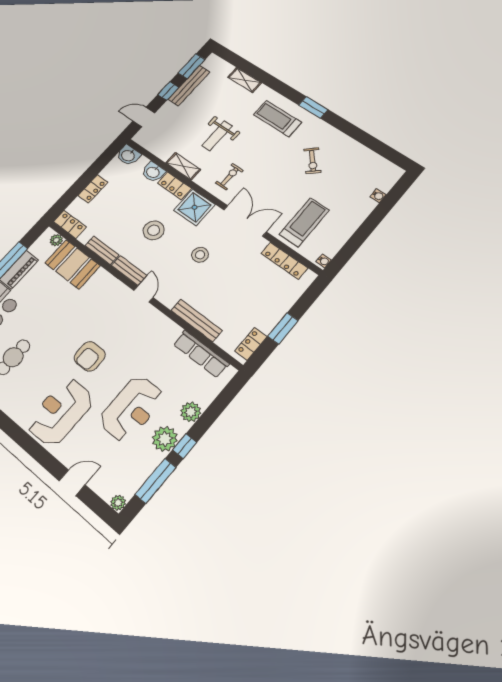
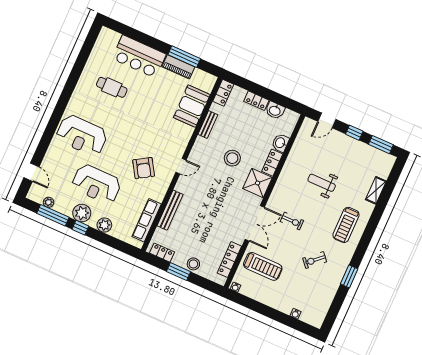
bench: (189, 86) -> (363, 148), removed
window: (313, 107) -> (349, 276), moved
door: (144, 117) -> (327, 120), swing flipped
treadmill: (277, 118) -> (346, 225), turned 180
washbasin: (128, 155) -> (275, 110), moved, turned -90
shelving: (183, 166) -> (290, 164), removed
exercise bike: (229, 177) -> (292, 221), moved
plant: (56, 240) -> (208, 87), removed
stool: (200, 255) -> (193, 264), moved
bench: (129, 270) -> (197, 150), removed
armchair: (90, 356) -> (144, 168), moved, turned -122
reception desk: (60, 412) -> (82, 135), turned 180
door: (72, 483) -> (31, 172), moved
plant: (118, 503) -> (49, 202), moved

